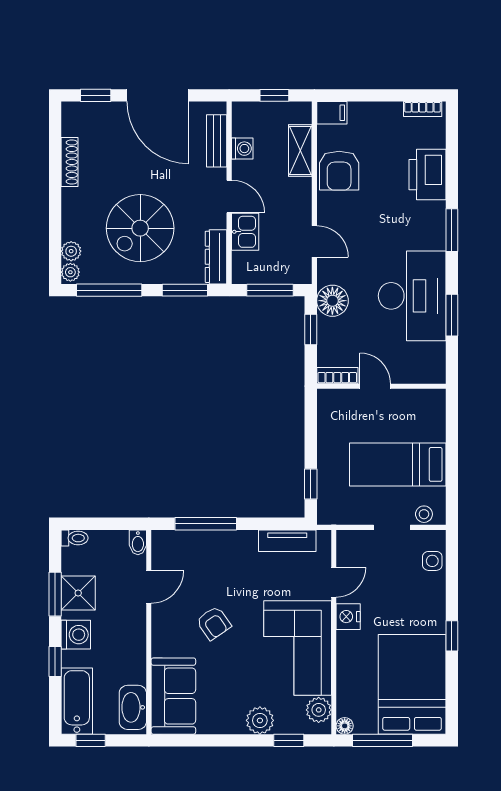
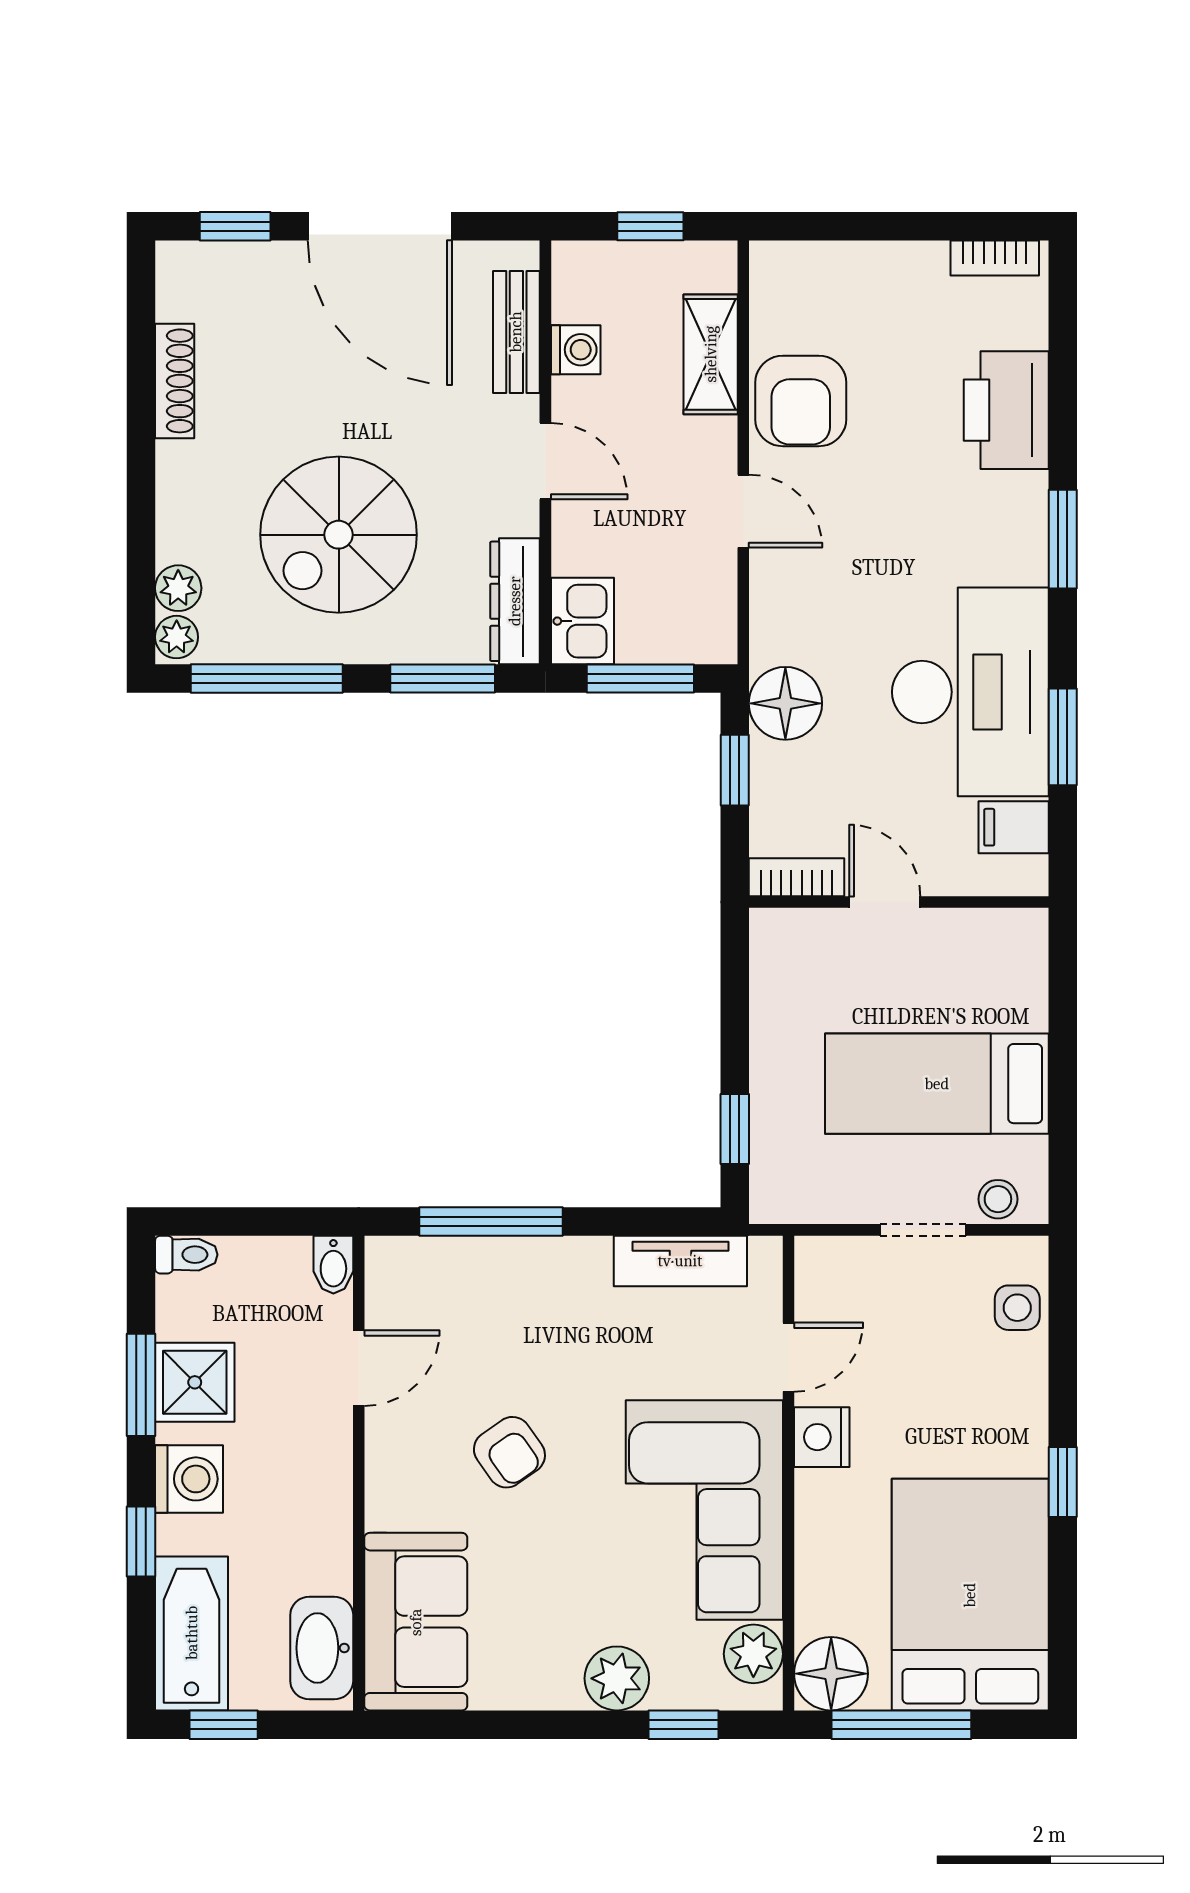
filing cabinet: (332, 113) -> (1014, 827), moved, turned 180
kitchen sink: (245, 232) -> (582, 621), moved
door: (314, 241) -> (743, 511), moved
floor lamp: (345, 726) -> (831, 1674), width x1.89, depth x1.89

